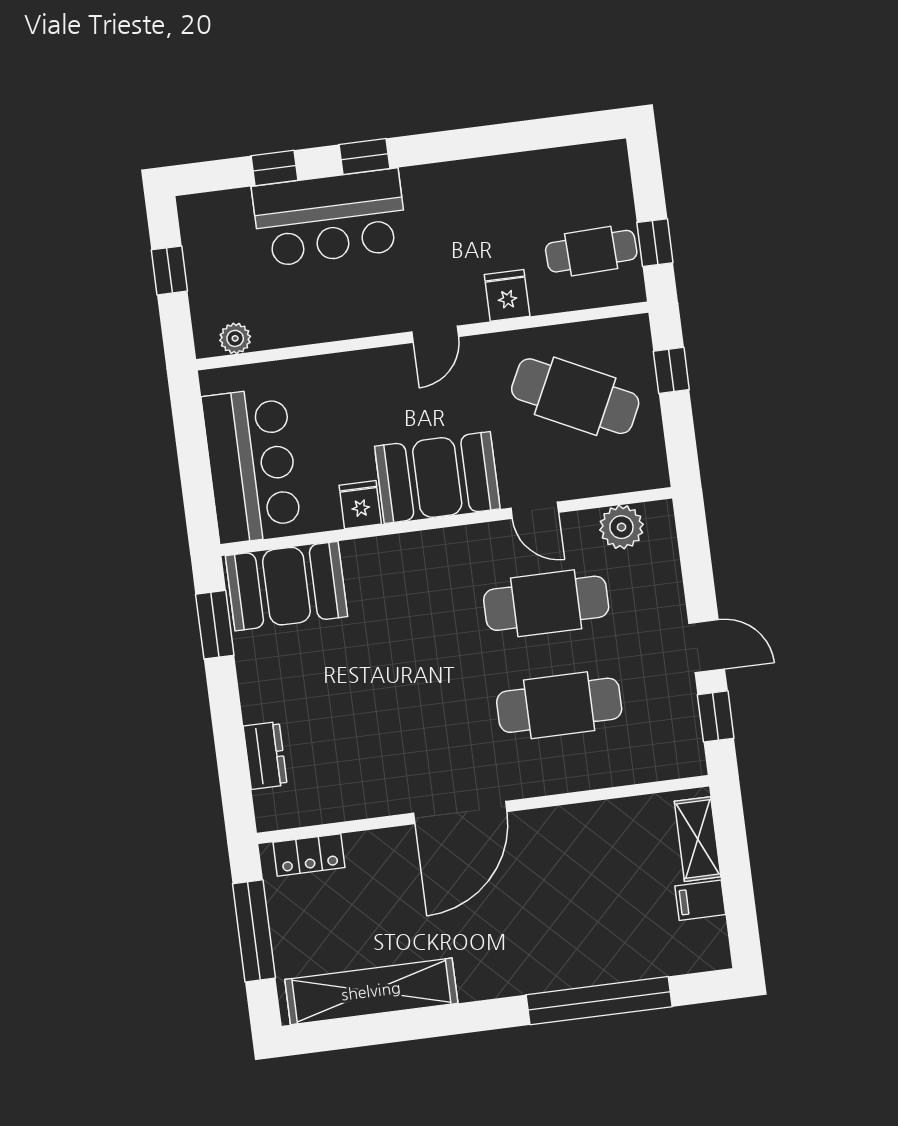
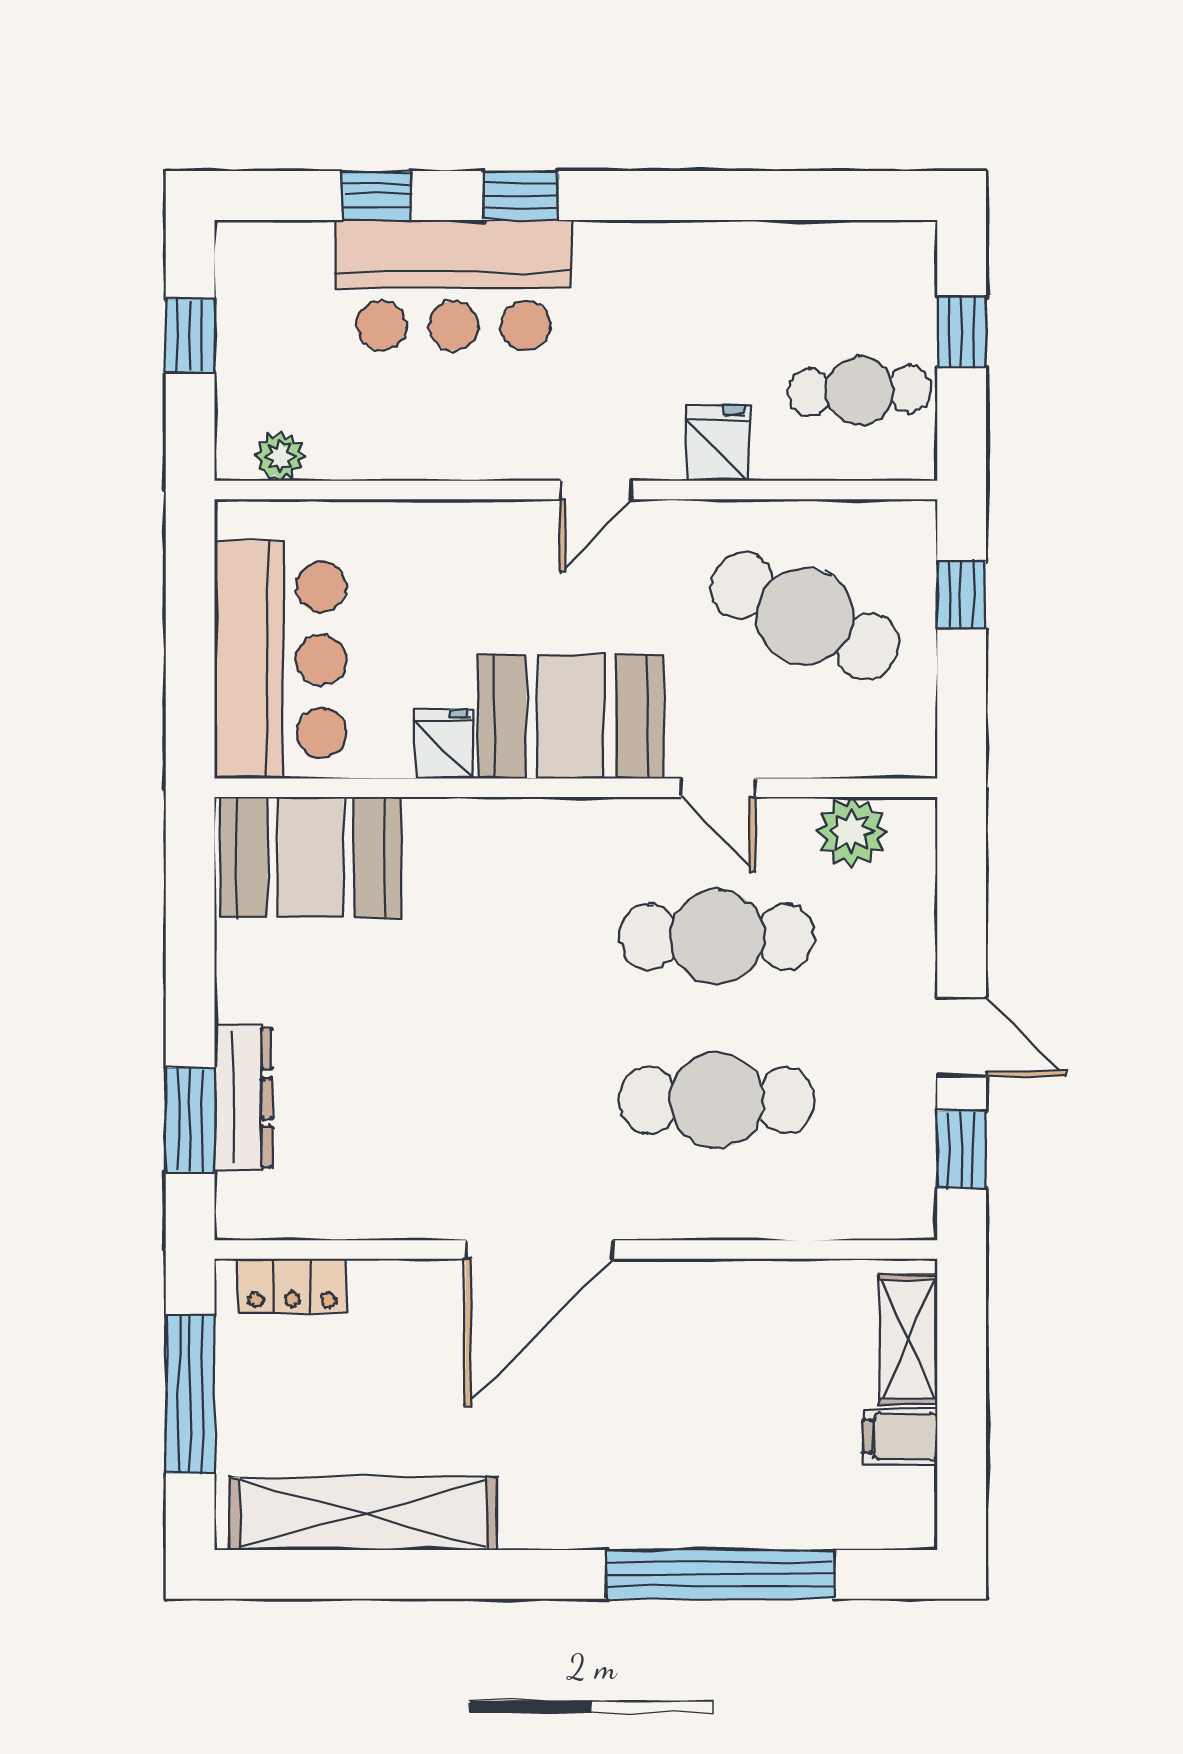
window: (655, 243) -> (962, 332), moved
window: (215, 625) -> (190, 1120), moved
dresser: (265, 755) -> (243, 1098), width x1.44

